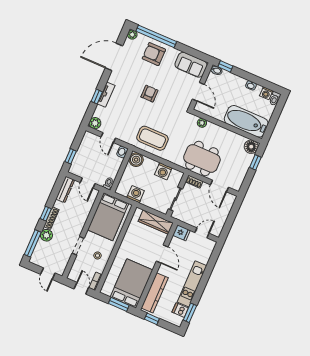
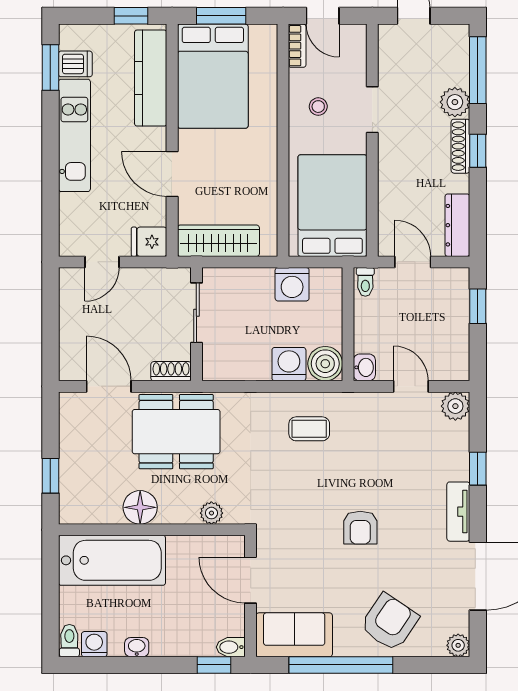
window: (156, 36) -> (341, 665), moved
armchair: (154, 54) -> (389, 622), turned -56
tv unit: (106, 95) -> (458, 512), moved
coffee table: (152, 138) -> (309, 429), width x0.54, depth x0.58
floor lamp: (251, 147) -> (140, 507), moved
washing machine: (163, 171) -> (289, 364), moved

